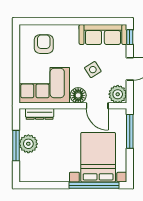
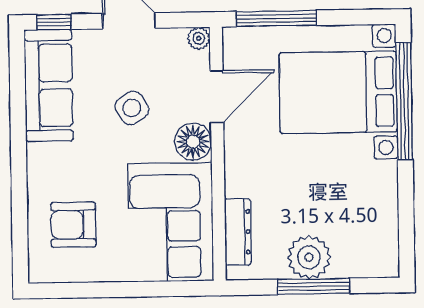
plant: (118, 94) -> (199, 38), width x0.53, depth x0.53

